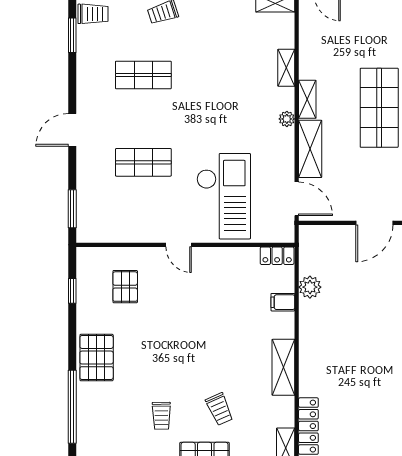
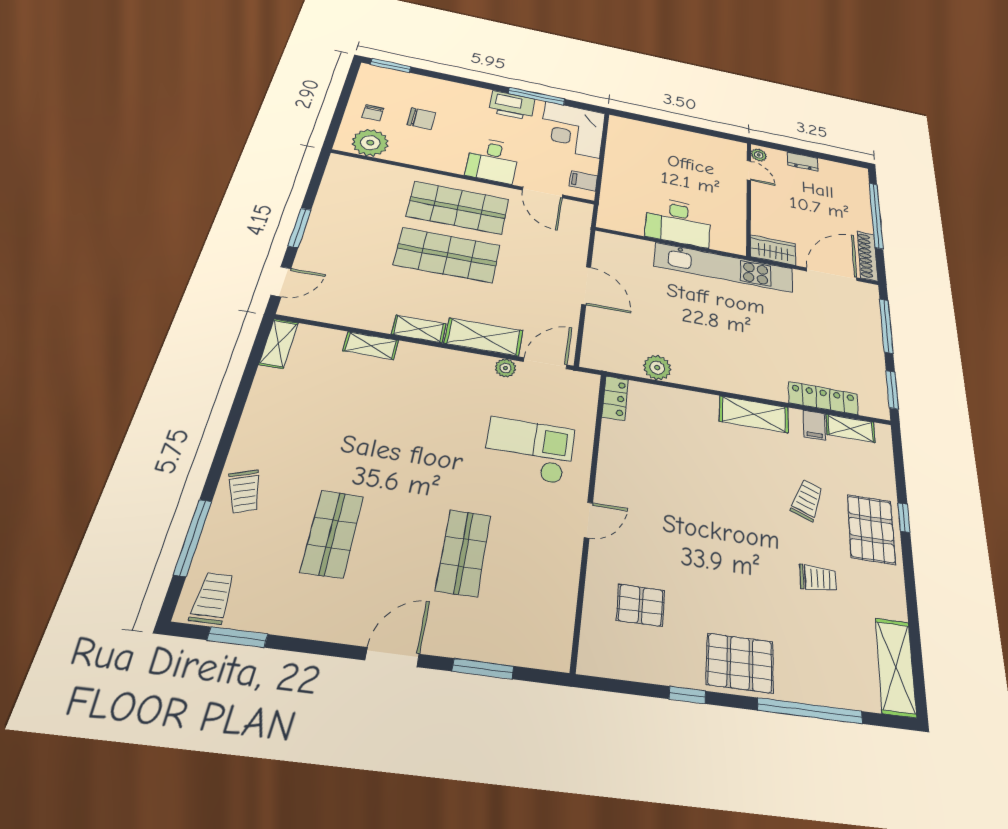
plant: (287, 119) -> (505, 368), moved
door: (72, 130) -> (392, 657), swing flipped
checkout: (224, 196) -> (529, 450), width x0.73, depth x0.83
window: (72, 209) -> (483, 669), moved
window: (72, 291) -> (687, 695), moved
filing cabinet: (283, 302) -> (814, 425), moved
trolley: (219, 409) -> (807, 500), turned -46

